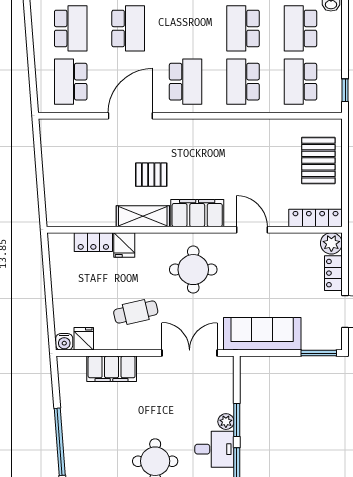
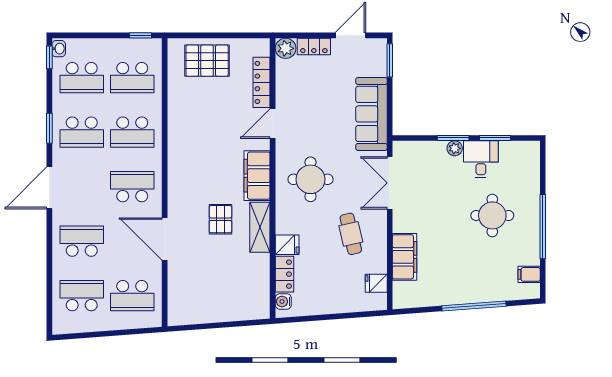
locker: (315, 218) -> (262, 82), moved
water cooler: (64, 342) -> (283, 301), moved, turned 180

